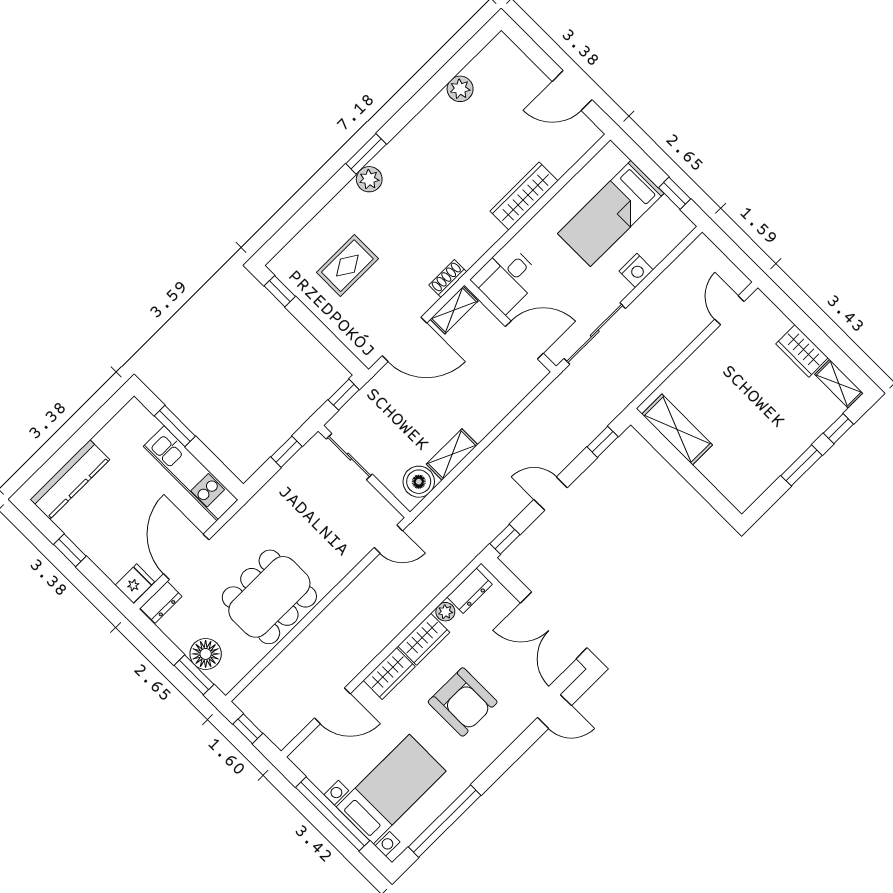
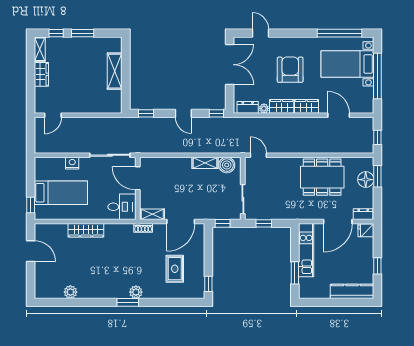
window: (675, 193) -> (31, 205), moved
rug: (347, 266) -> (175, 269), turned 90
door: (404, 339) -> (181, 222), swing flipped
shelving: (677, 430) -> (115, 71), moved

